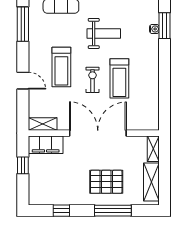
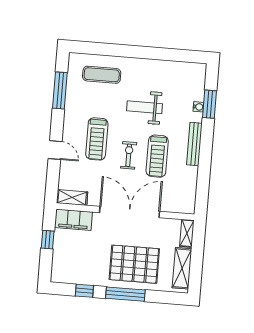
weight bench: (104, 33) -> (144, 107), turned 180
bench: (153, 64) -> (194, 144), added
pallet: (106, 182) -> (134, 264), width x1.37, depth x1.41
window: (113, 211) -> (125, 294), moved

